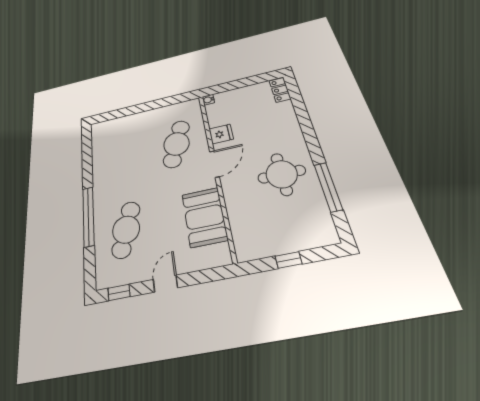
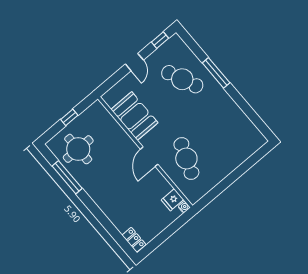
fridge: (221, 134) -> (172, 200), moved
round table: (282, 174) -> (78, 149), moved
window: (88, 216) -> (216, 73), width x0.68
cafe table: (126, 230) -> (182, 79), turned -42

